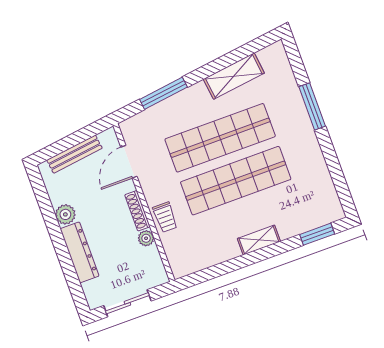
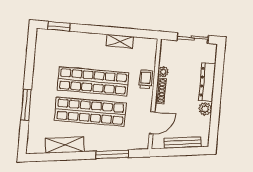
shelving: (259, 240) -> (120, 41), moved

